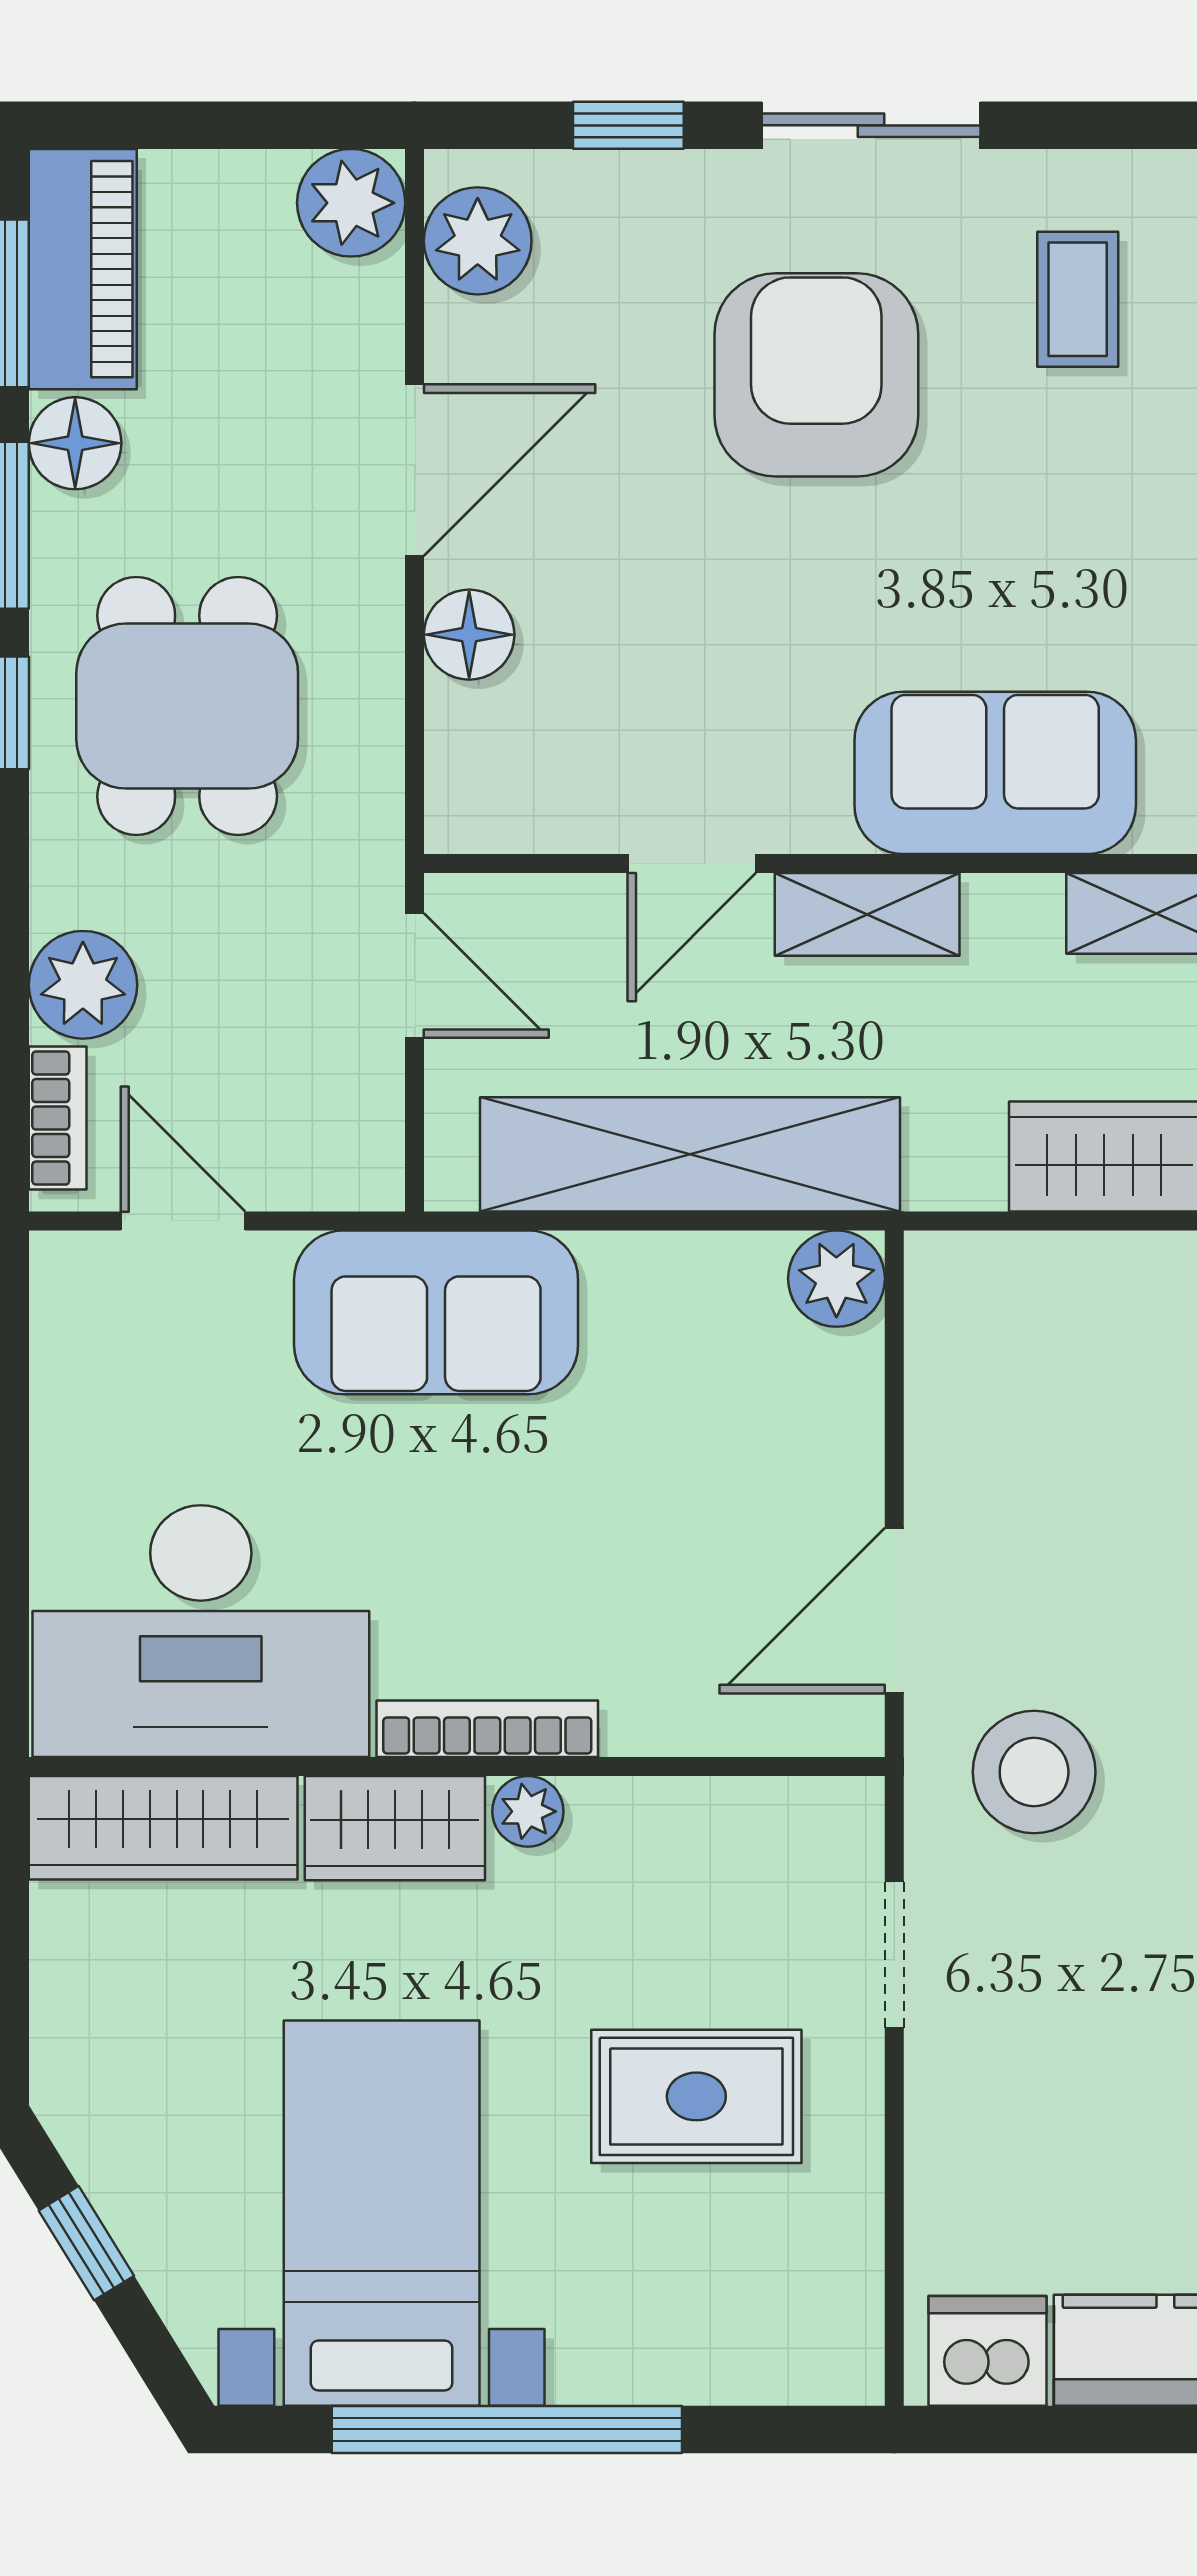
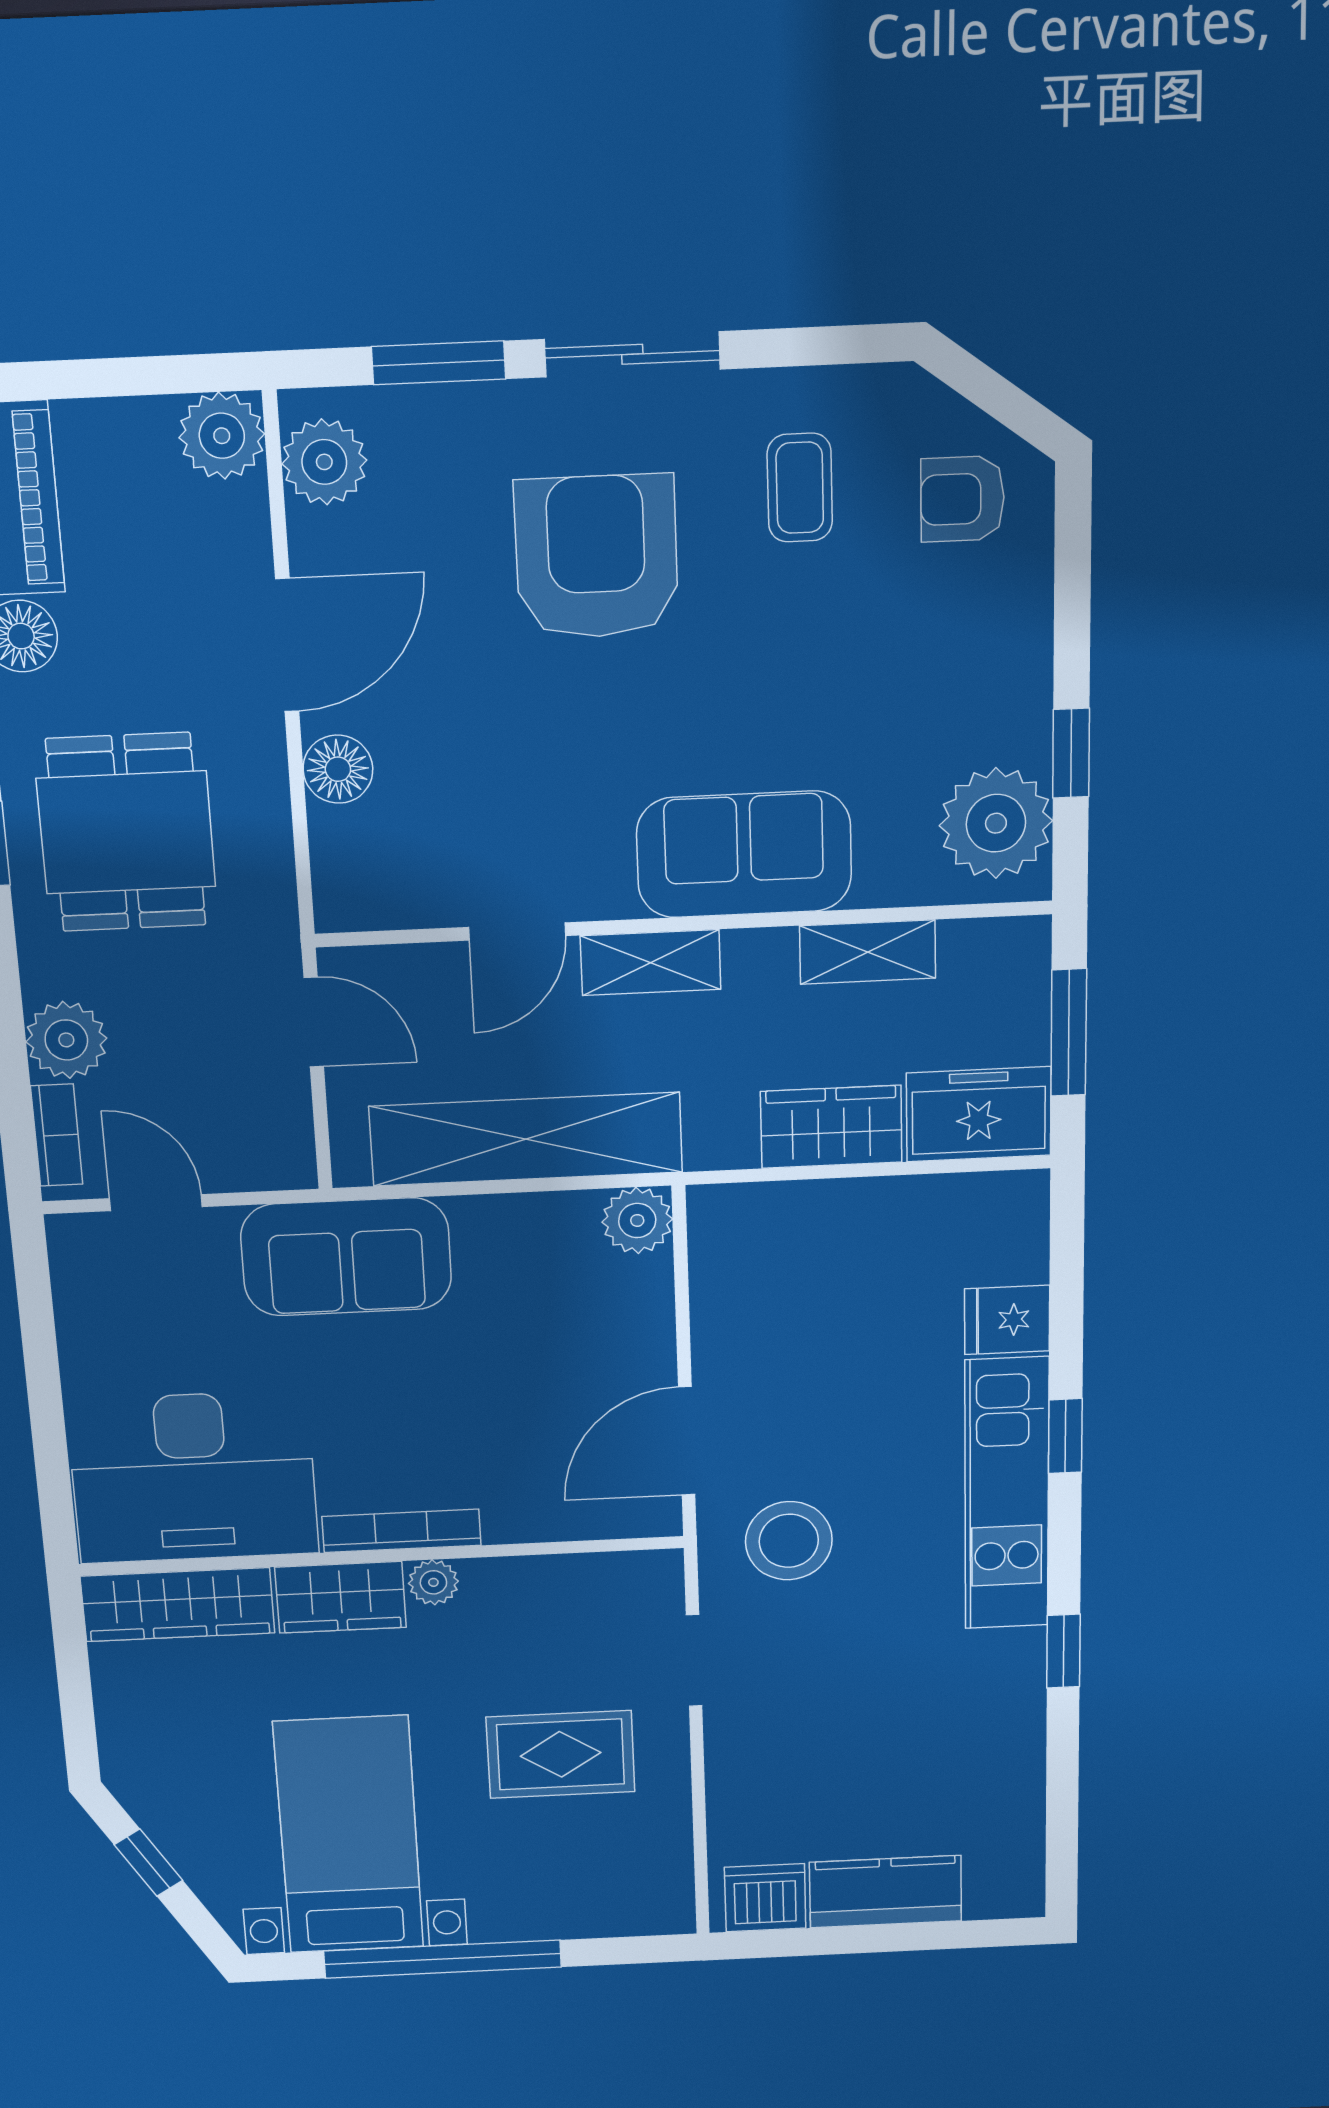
window: (628, 125) -> (439, 363), width x1.50

